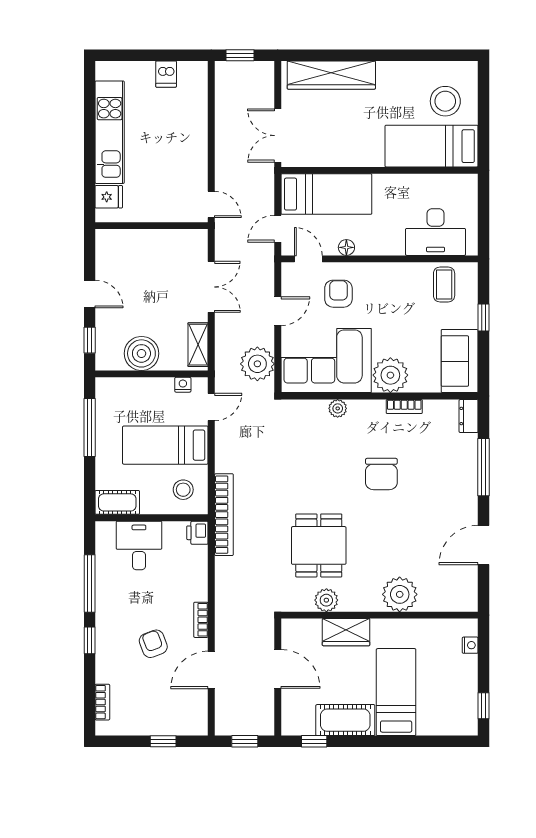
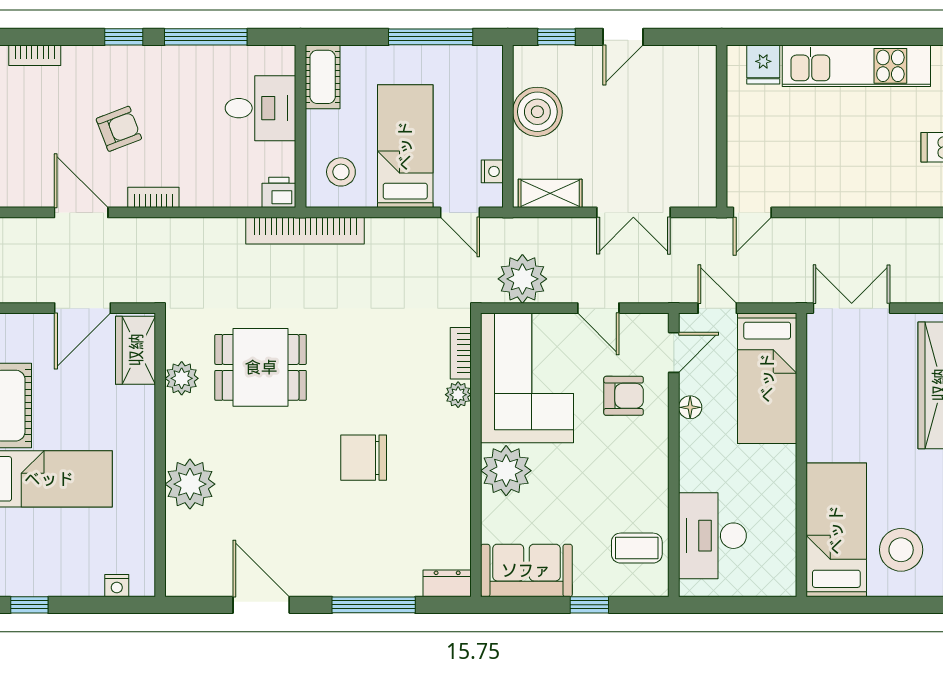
bookcase: (404, 407) -> (461, 353), moved
wardrobe: (346, 632) -> (136, 350), moved

